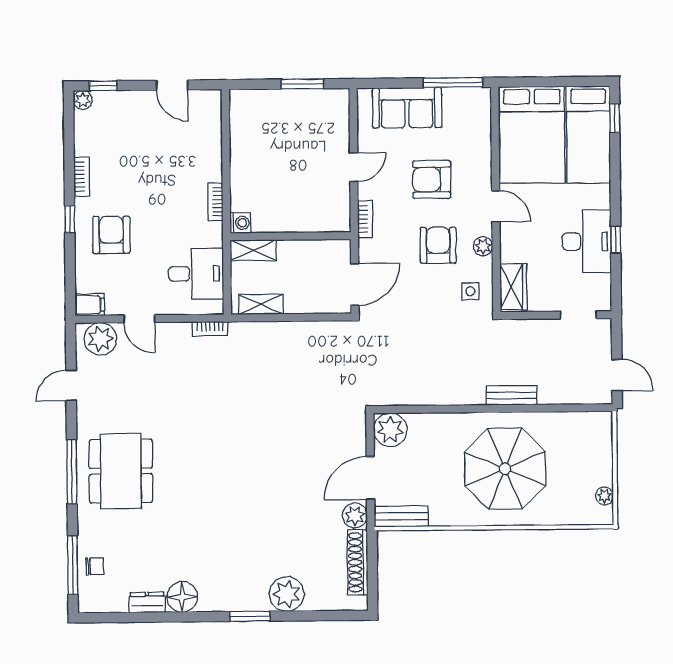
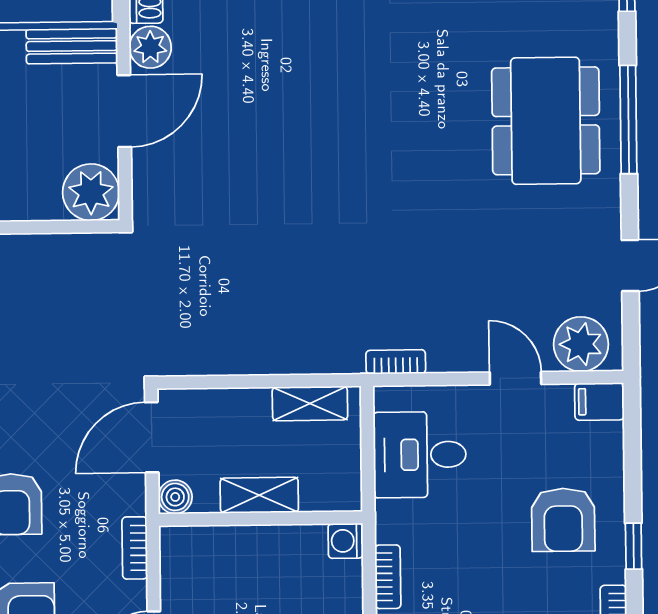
boiler: (341, 249) -> (175, 497), added
shelving: (253, 250) -> (259, 495), moved

